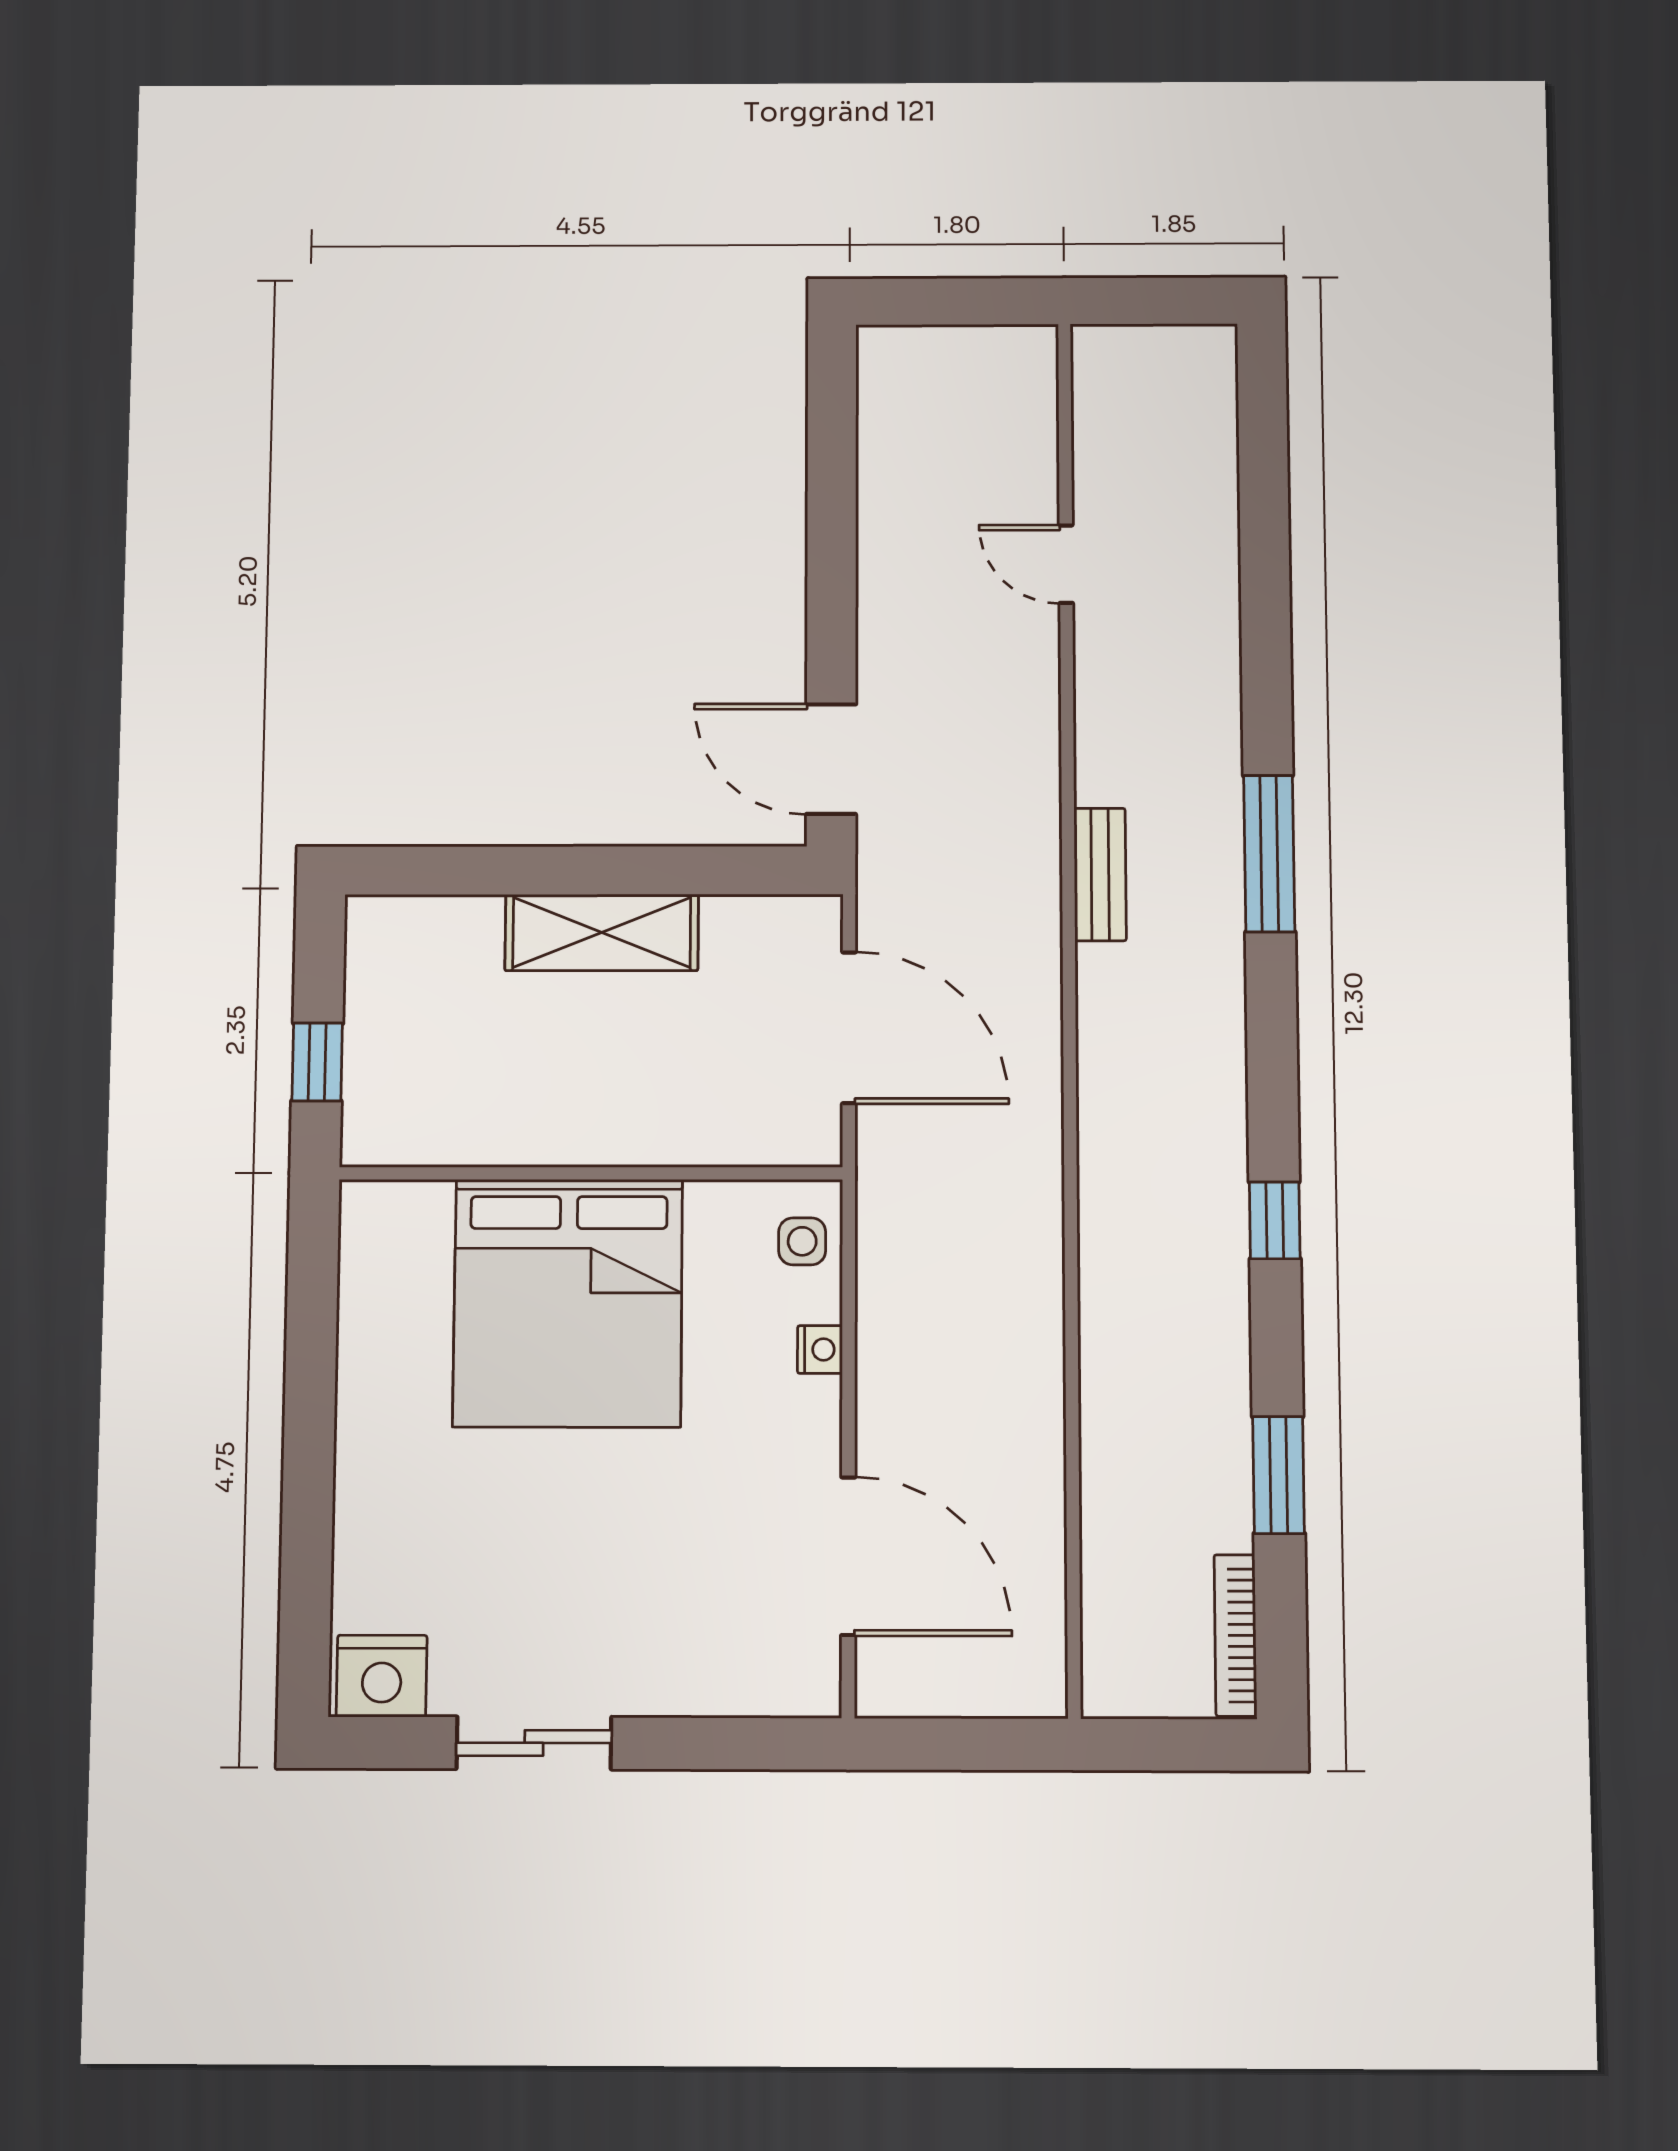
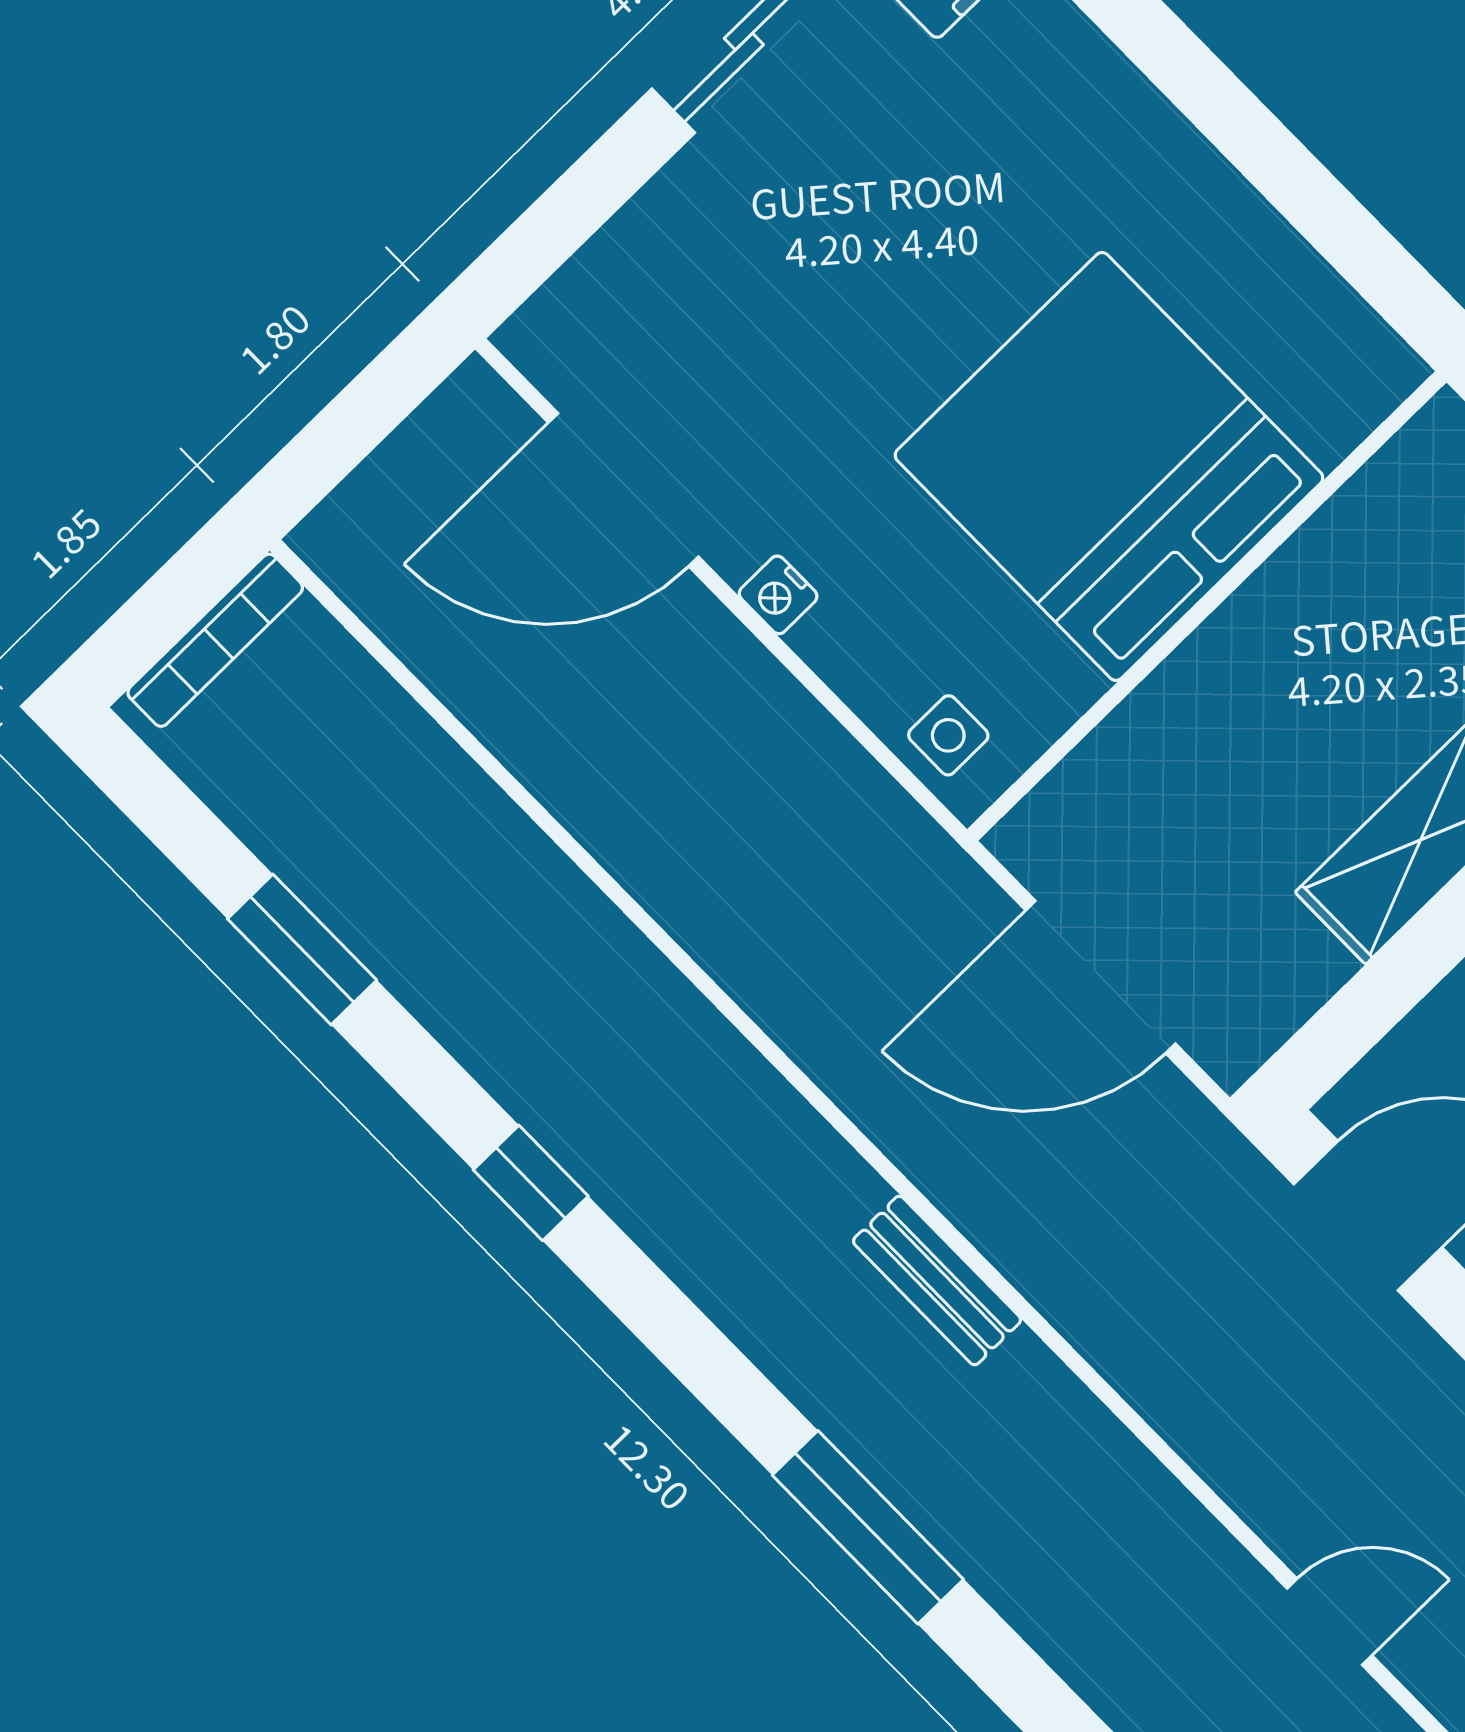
bench: (1100, 874) -> (937, 1281), moved
nightstand: (820, 1349) -> (778, 595), moved
bookcase: (1235, 1635) -> (215, 640), moved, turned 90

